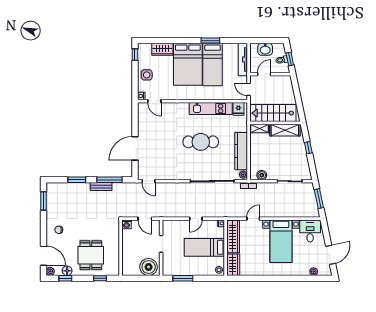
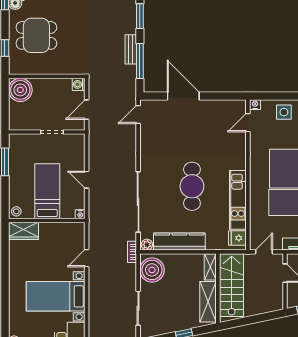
boiler: (262, 175) -> (152, 270), width x1.86, depth x1.86
door: (253, 219) -> (87, 258), swing flipped
wardrobe: (233, 237) -> (62, 231), removed
boiler: (149, 267) -> (20, 90), moved

